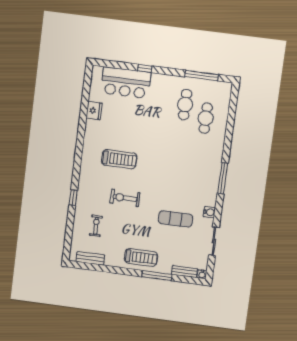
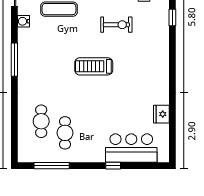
treadmill: (119, 159) -> (94, 66), moved

